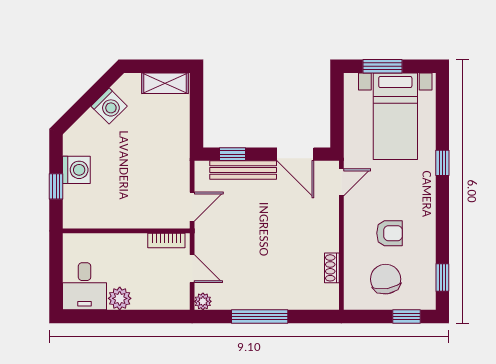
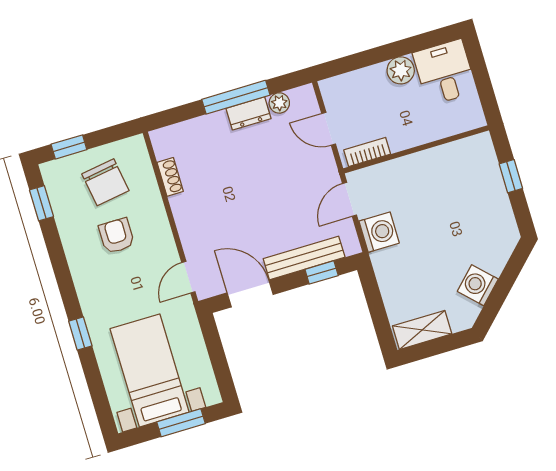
washing machine: (76, 170) -> (379, 232), moved, turned 180
armchair: (389, 233) -> (117, 236), turned 90
dresser: (253, 300) -> (249, 113), added
plant: (203, 301) -> (279, 103), moved

